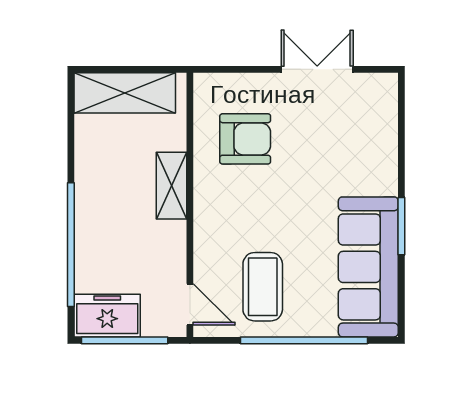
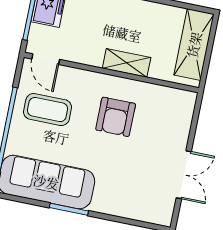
armchair: (245, 139) -> (116, 117), moved
door: (190, 304) -> (46, 59), hinge flipped

